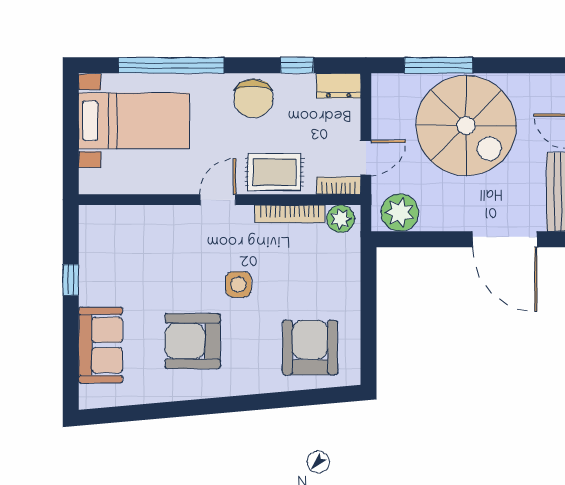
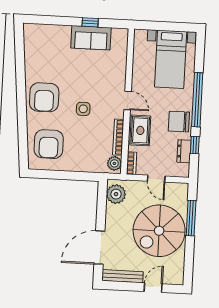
window: (171, 65) -> (197, 100), moved
dresser: (338, 86) -> (184, 151), moved
door: (366, 158) -> (156, 179), moved
armchair: (193, 341) -> (44, 97), moved, turned 180
sofa: (101, 345) -> (91, 38), moved
armchair: (310, 347) -> (49, 144), turned 90

